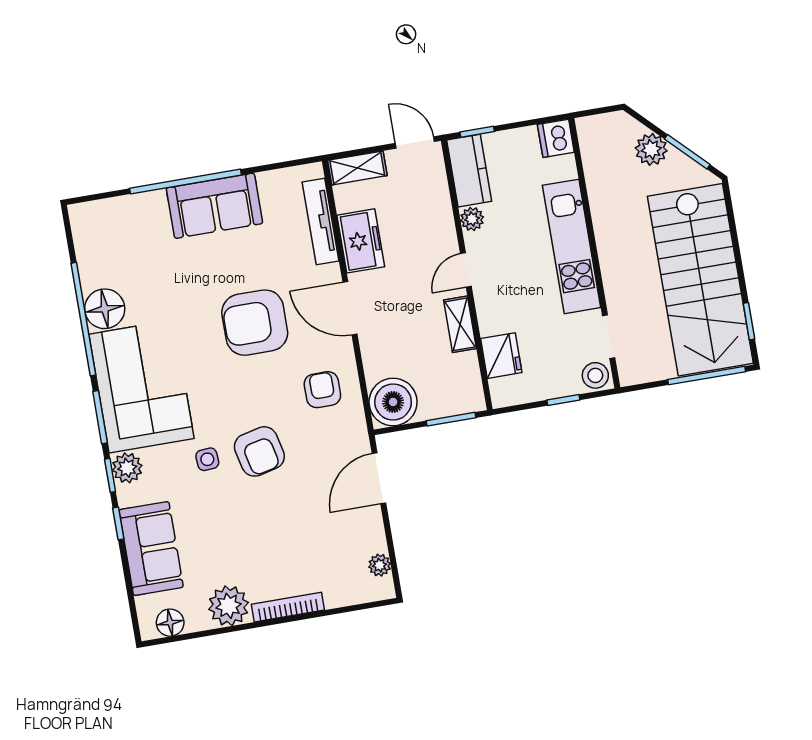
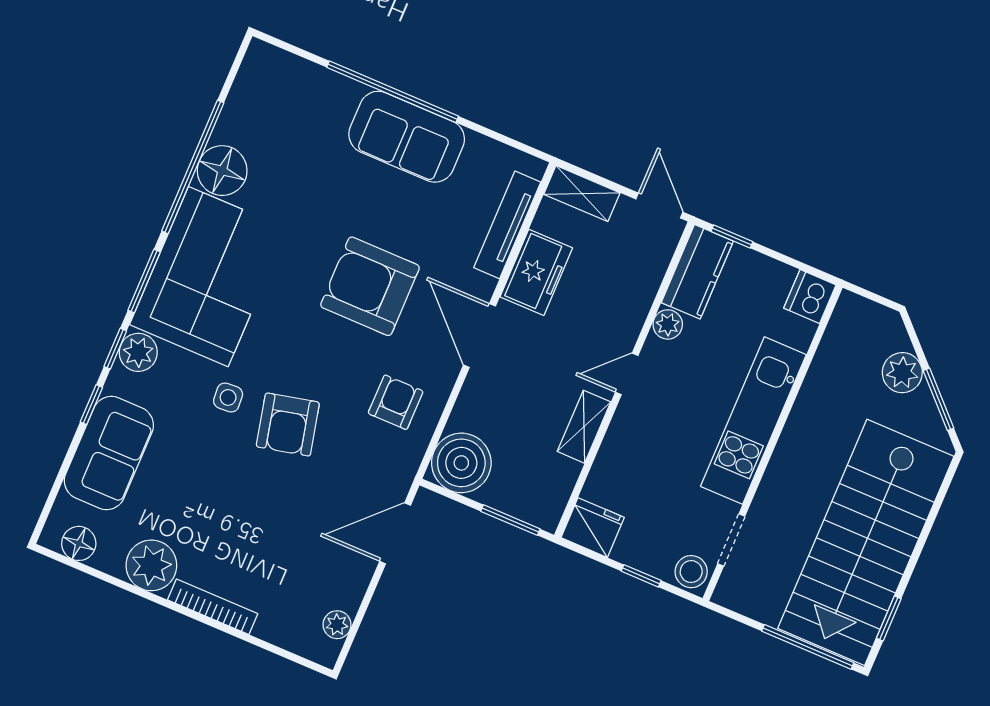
fridge: (501, 356) -> (593, 528), moved, turned -90

